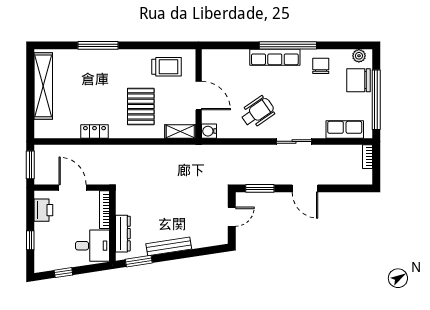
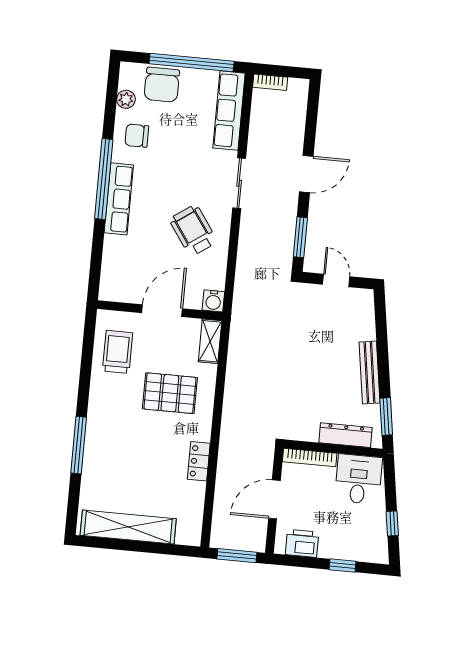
plant: (359, 56) -> (126, 99), moved
row of seats: (345, 129) -> (229, 111), width x1.48

